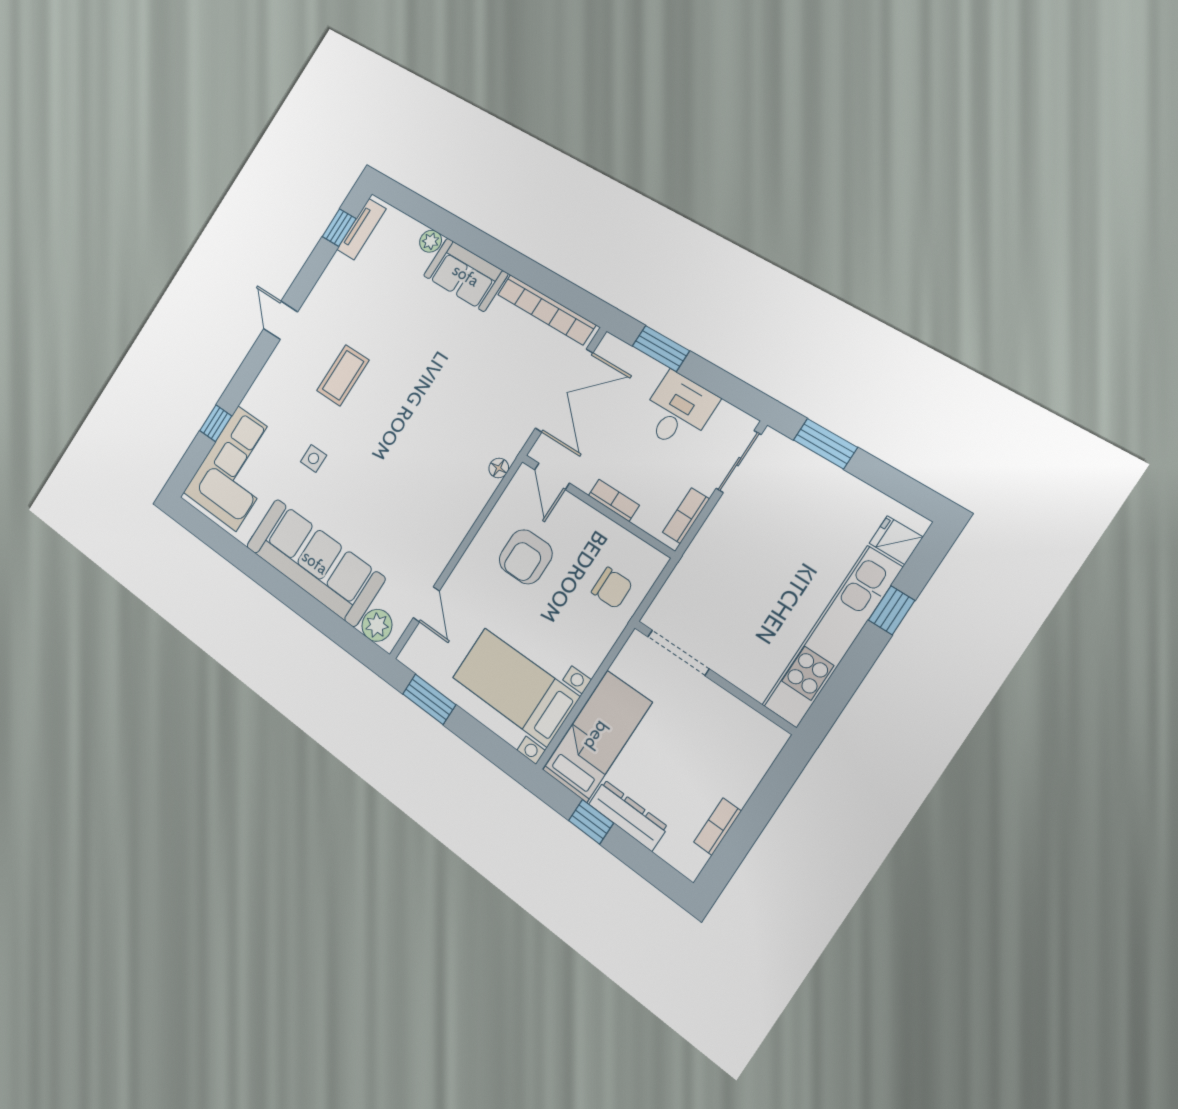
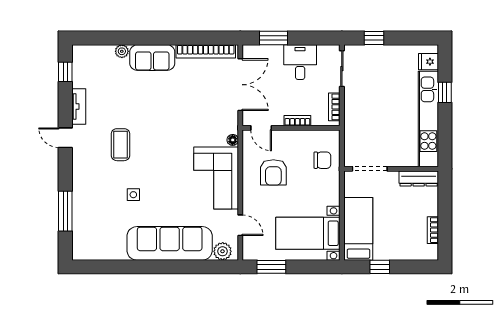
tv unit: (361, 229) -> (79, 106), moved
window: (216, 423) -> (65, 211), width x2.17
window: (825, 444) -> (374, 38), width x0.67
corner sofa: (237, 468) -> (216, 178), moved, turned 180
dresser: (628, 815) -> (419, 178), moved, turned 180

